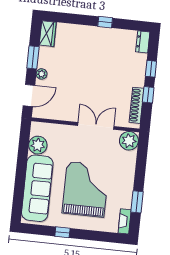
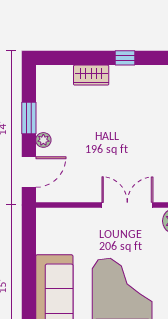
wardrobe: (48, 34) -> (91, 75), moved, turned 90
plant: (38, 145) -> (49, 240), removed

